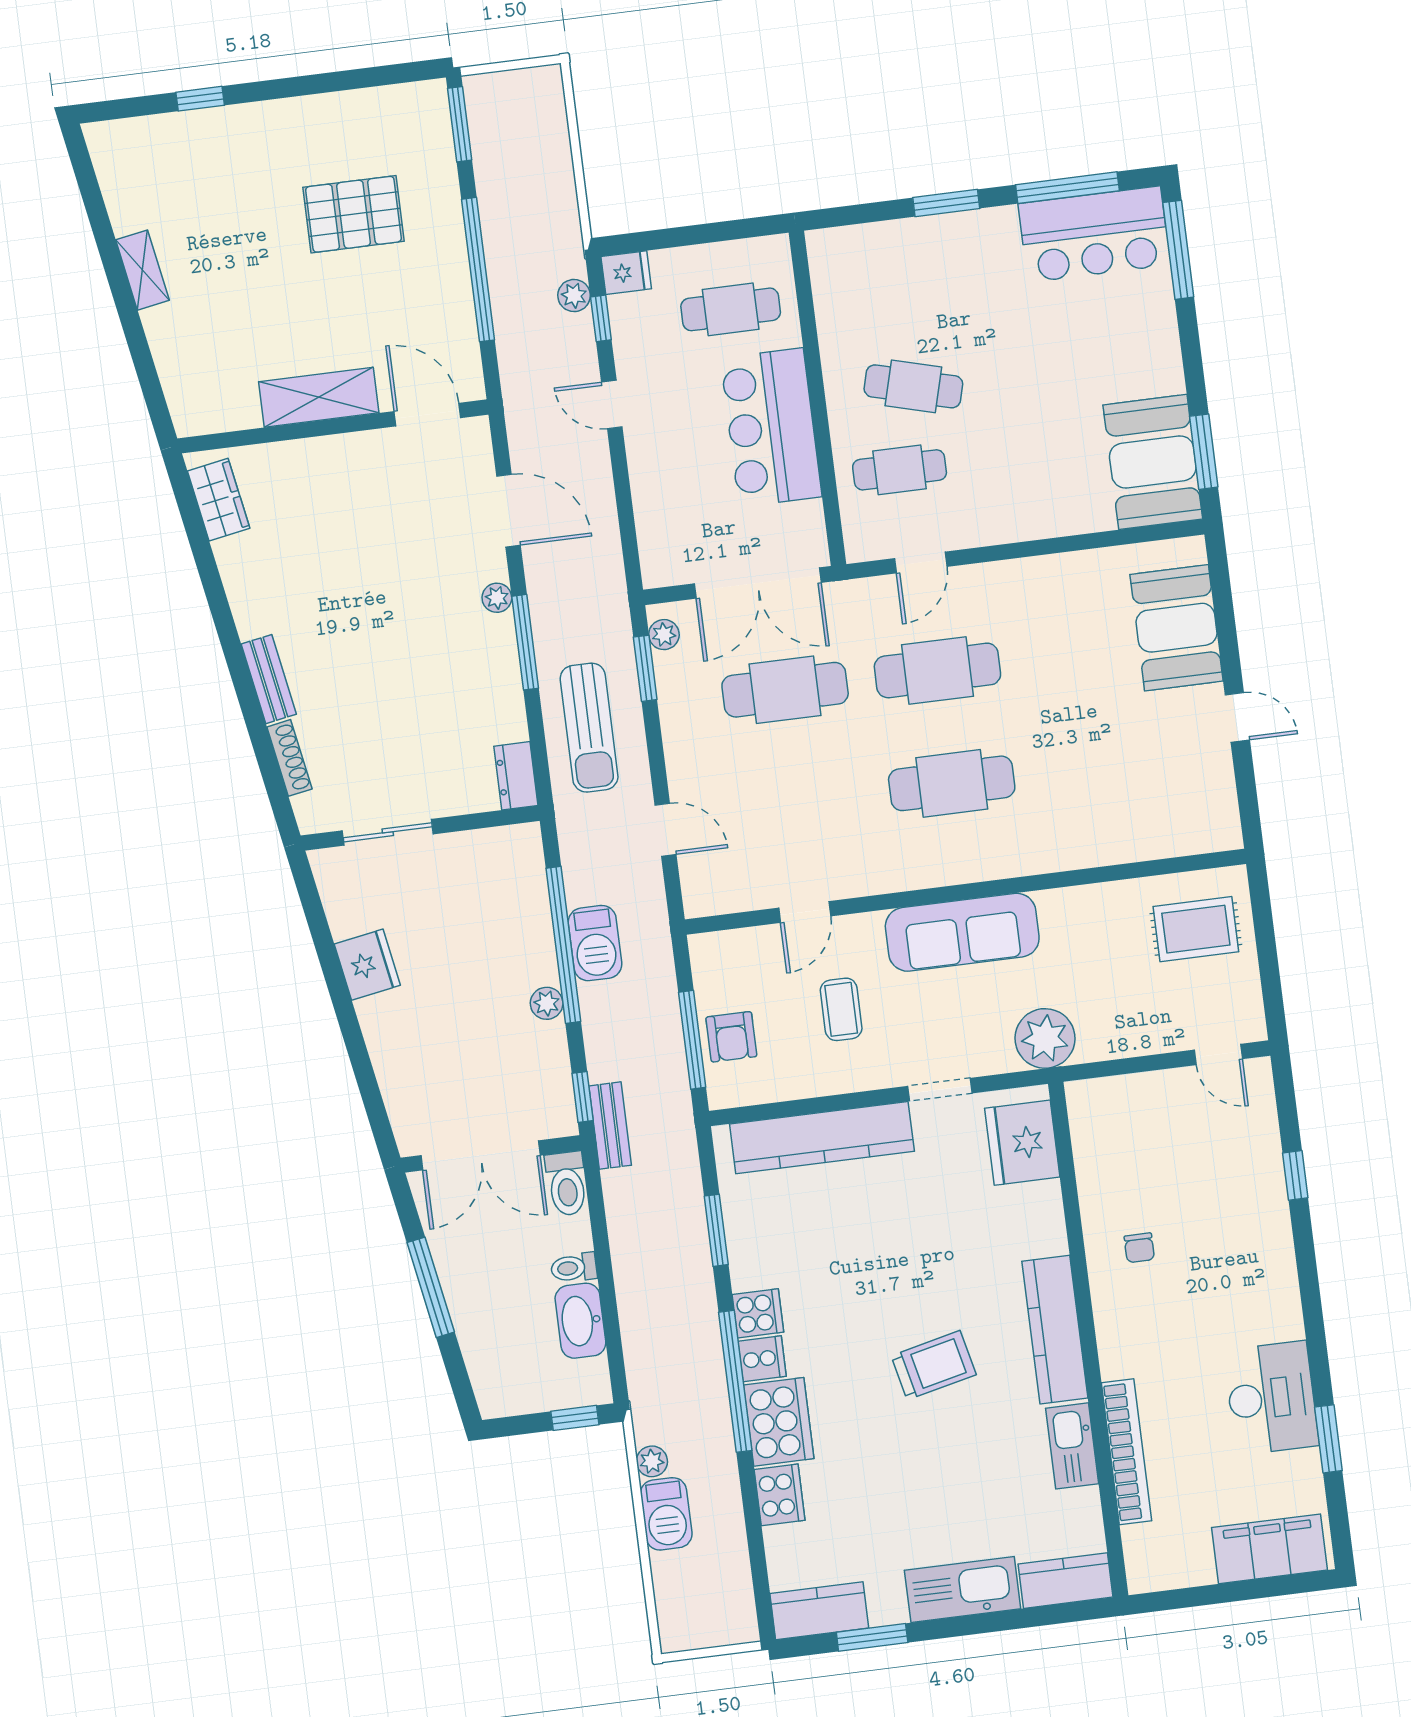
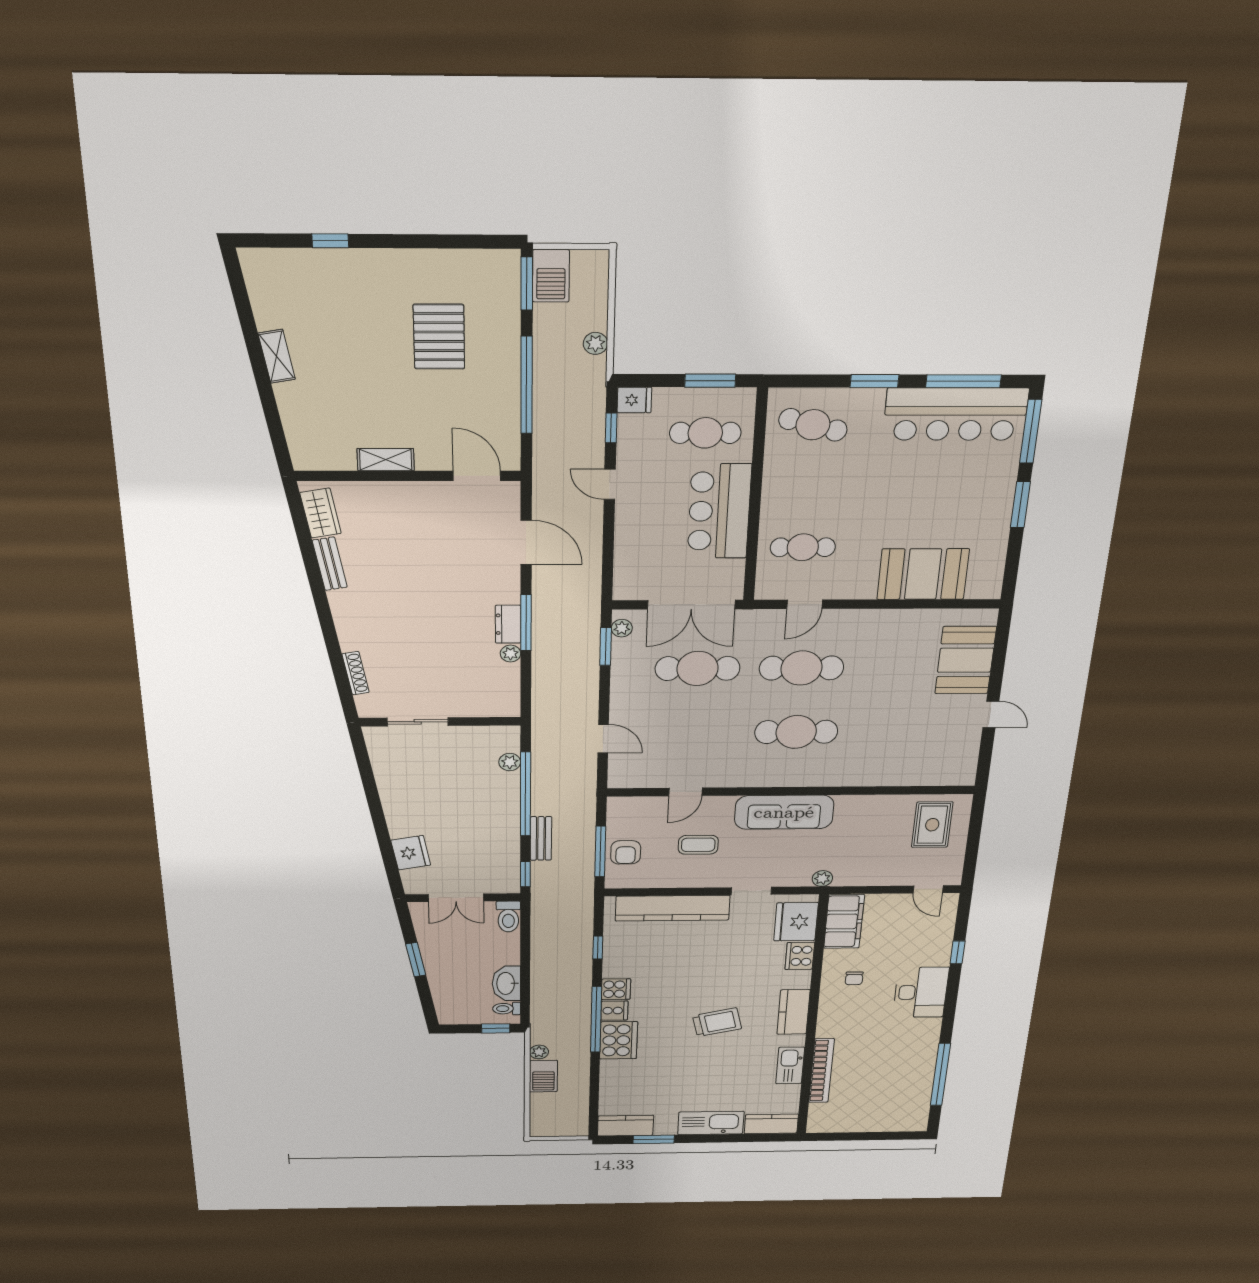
pallet: (354, 214) -> (439, 337), turned 90
window: (724, 231) -> (710, 381), added
bar counter: (1094, 234) -> (956, 414), width x1.36
plant: (574, 296) -> (595, 343), moved
cafe table: (913, 386) -> (813, 425), moved
shelving: (319, 397) -> (386, 460), width x0.67, depth x0.75
window: (1204, 452) -> (1020, 505), moved
booth: (1153, 462) -> (923, 574), moved, turned 90
plant: (497, 598) -> (510, 654), moved
bench: (269, 679) -> (330, 564), moved
sun lounger: (589, 728) -> (562, 677), removed
dresser: (516, 776) -> (508, 624), moved
rug: (1196, 929) -> (932, 825), turned 90
barbecue: (595, 943) -> (551, 276), moved
fridge: (367, 965) -> (411, 853), moved
plant: (547, 1003) -> (510, 762), moved
coffee table: (841, 1009) -> (698, 845), turned 90
plant: (1045, 1038) -> (822, 878), width x0.53, depth x0.53
bench: (610, 1126) -> (541, 838), moved
double door: (481, 1155) -> (456, 898), width x0.73
window: (716, 1230) -> (598, 948), width x0.67
toilet: (574, 1268) -> (507, 1009), moved
window: (431, 1287) -> (416, 960), width x0.69
kitchen counter: (1055, 1330) -> (794, 1012), width x0.67
desk: (1271, 1398) -> (921, 992), moved
window: (1328, 1439) -> (940, 1075), width x2.11
cooker: (780, 1495) -> (800, 956), moved, turned 180
filing cabinet: (1269, 1549) -> (844, 921), moved, turned 90

